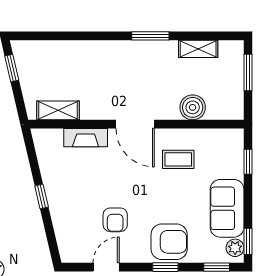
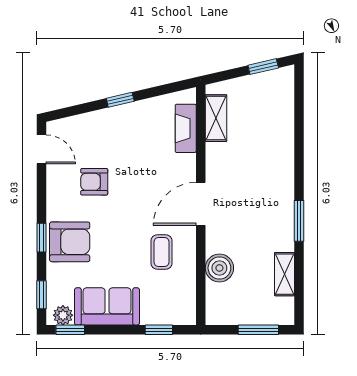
fireplace: (86, 138) -> (186, 128), moved
armchair: (169, 242) -> (70, 242), turned -90
door: (106, 267) -> (42, 149), moved

